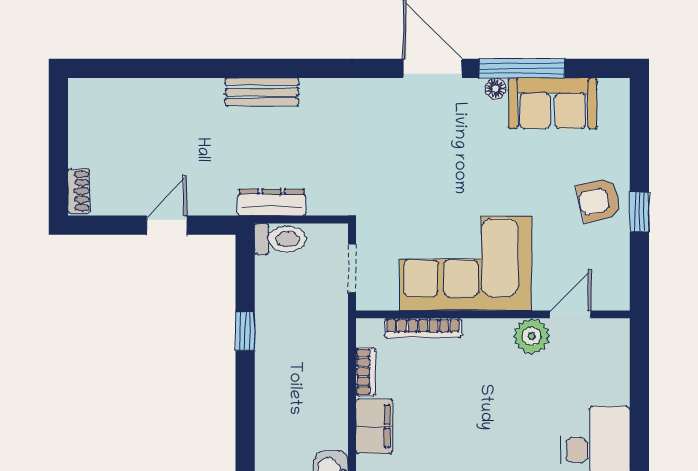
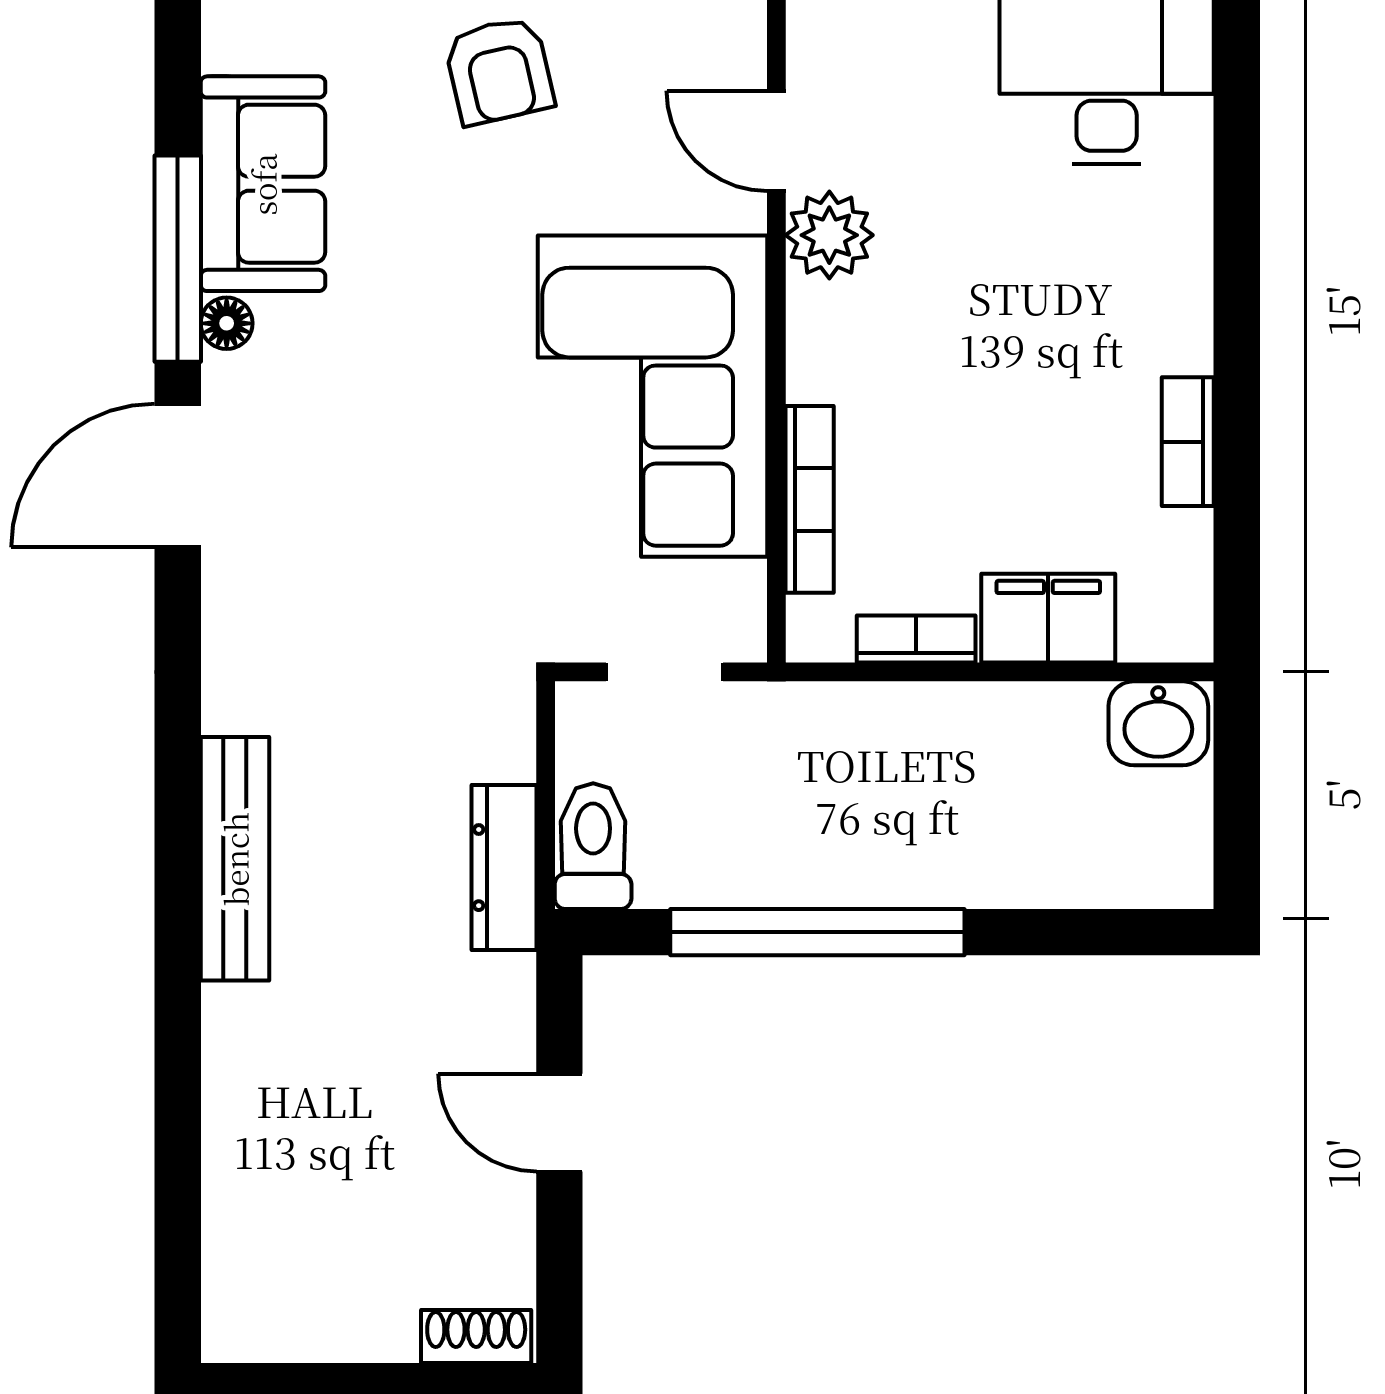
bench: (262, 92) -> (235, 859), width x1.36
window: (245, 331) -> (817, 932), width x3.17

